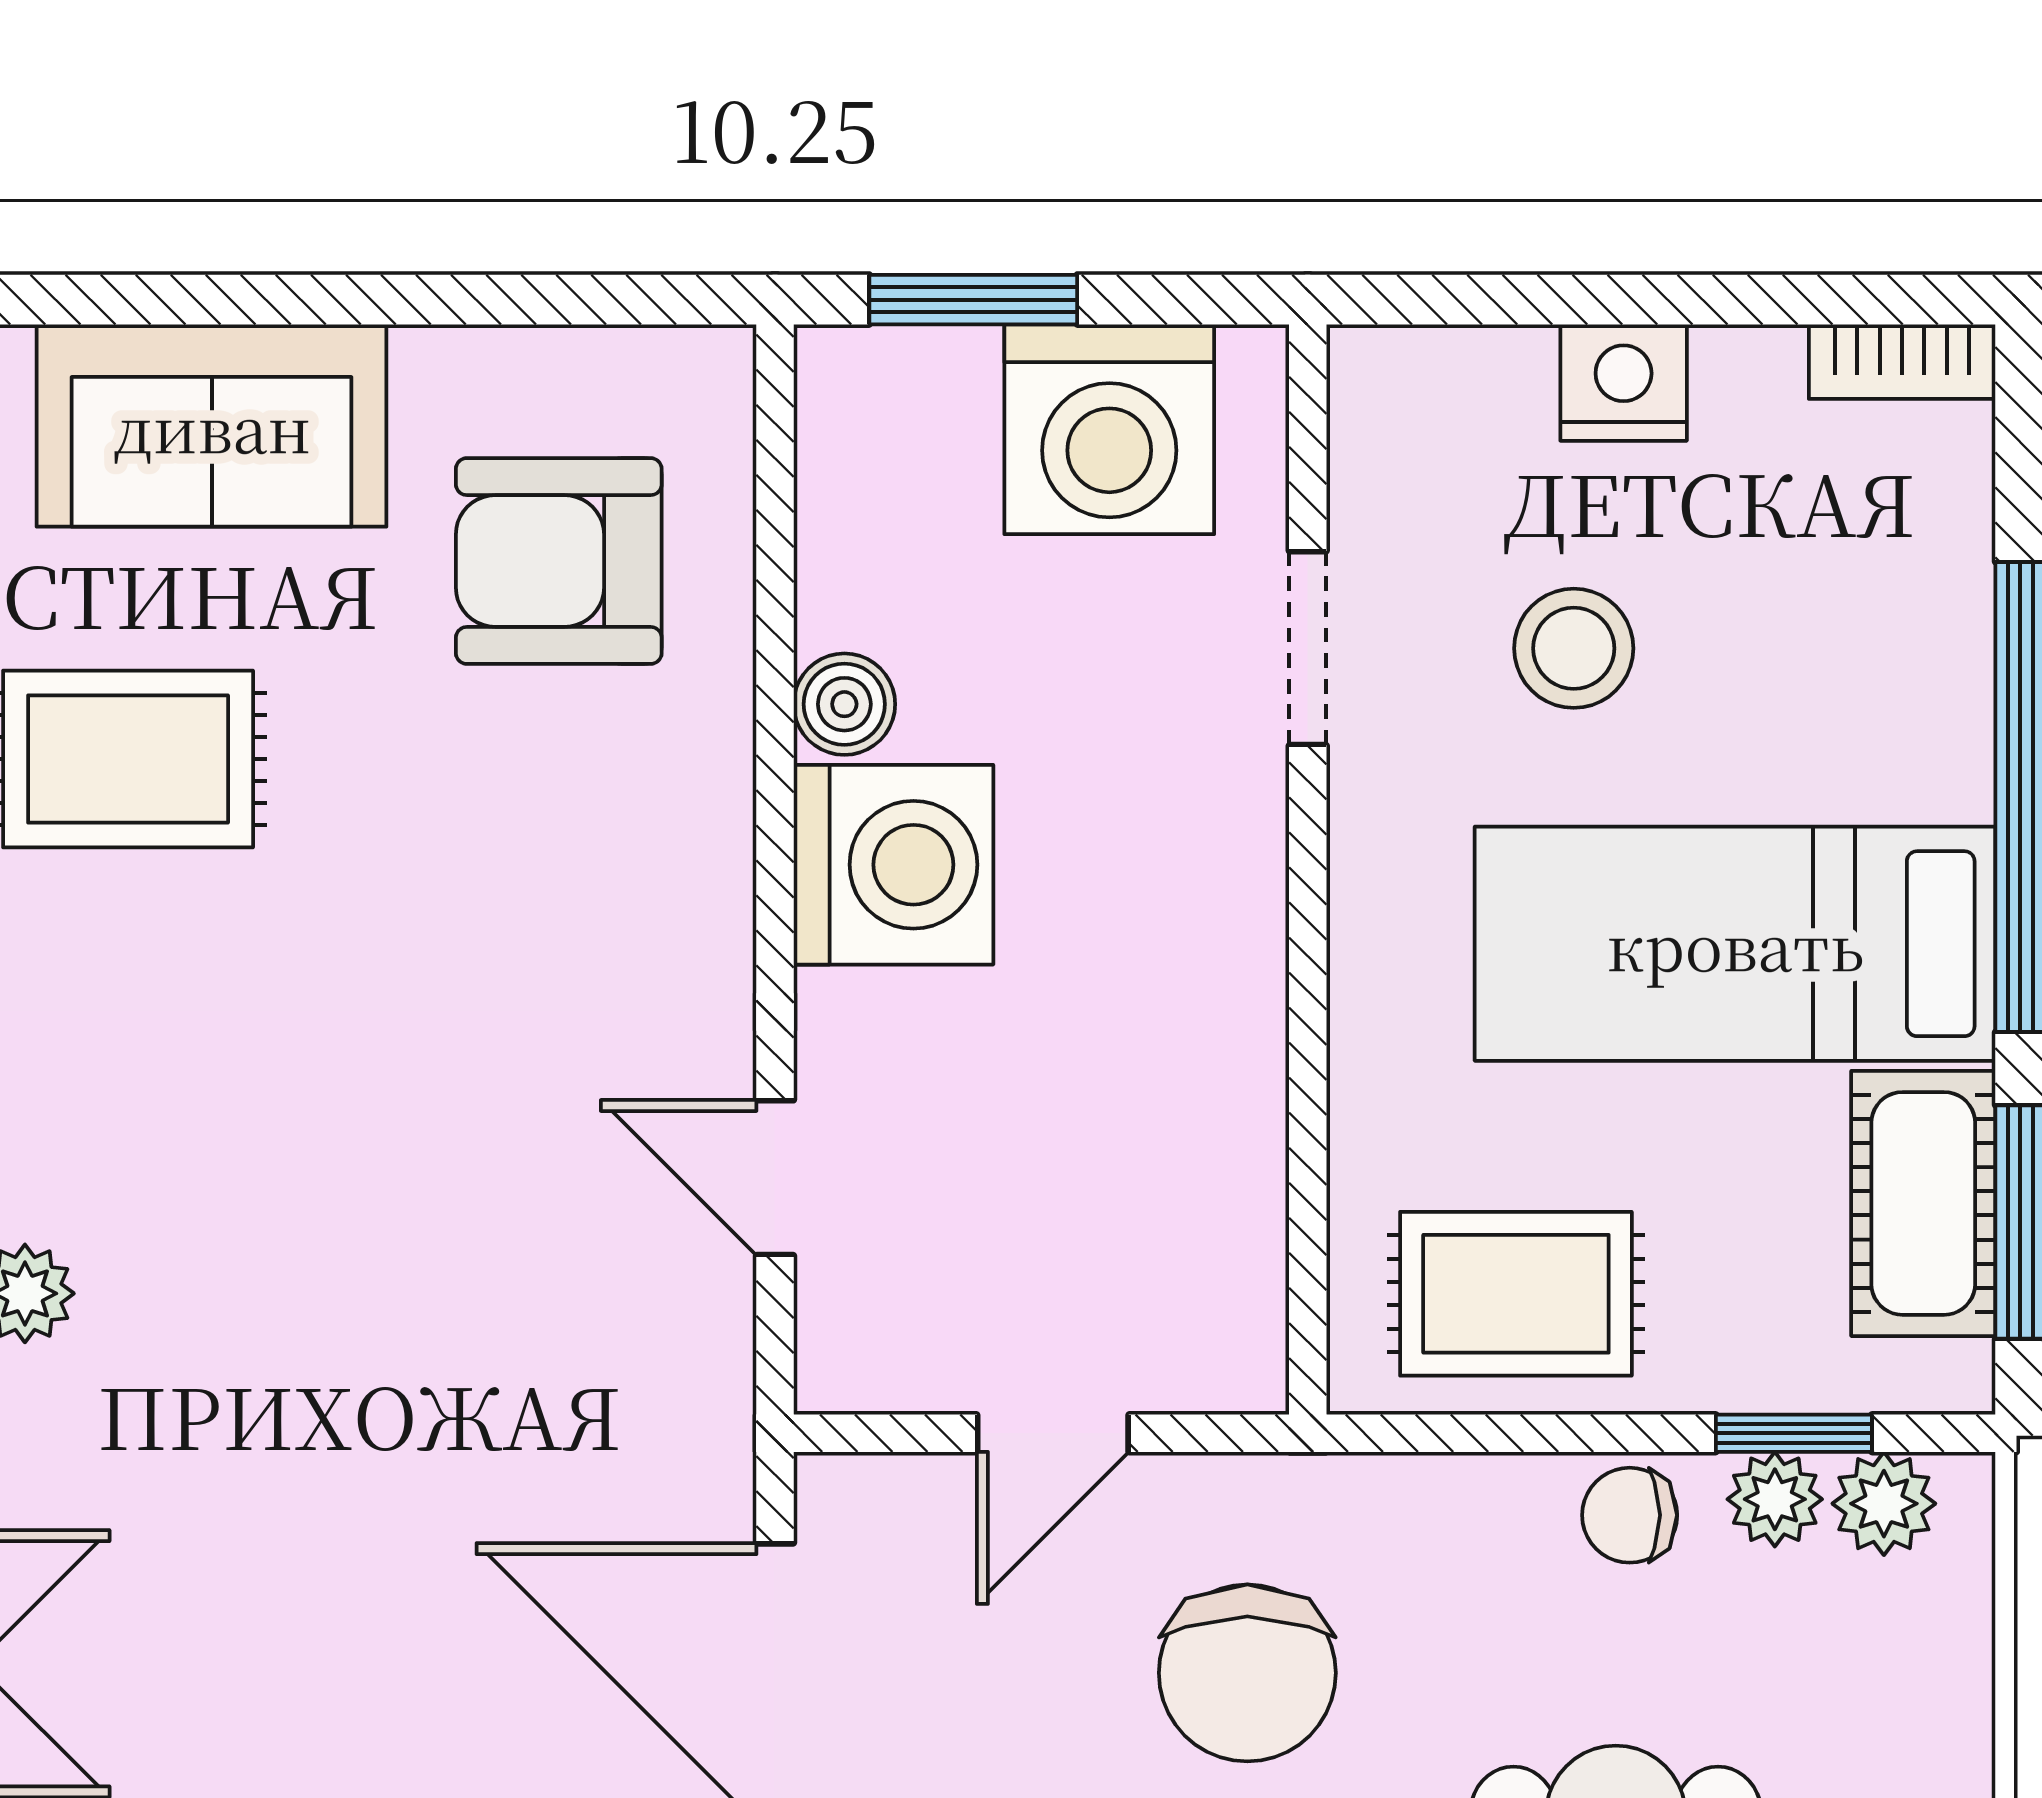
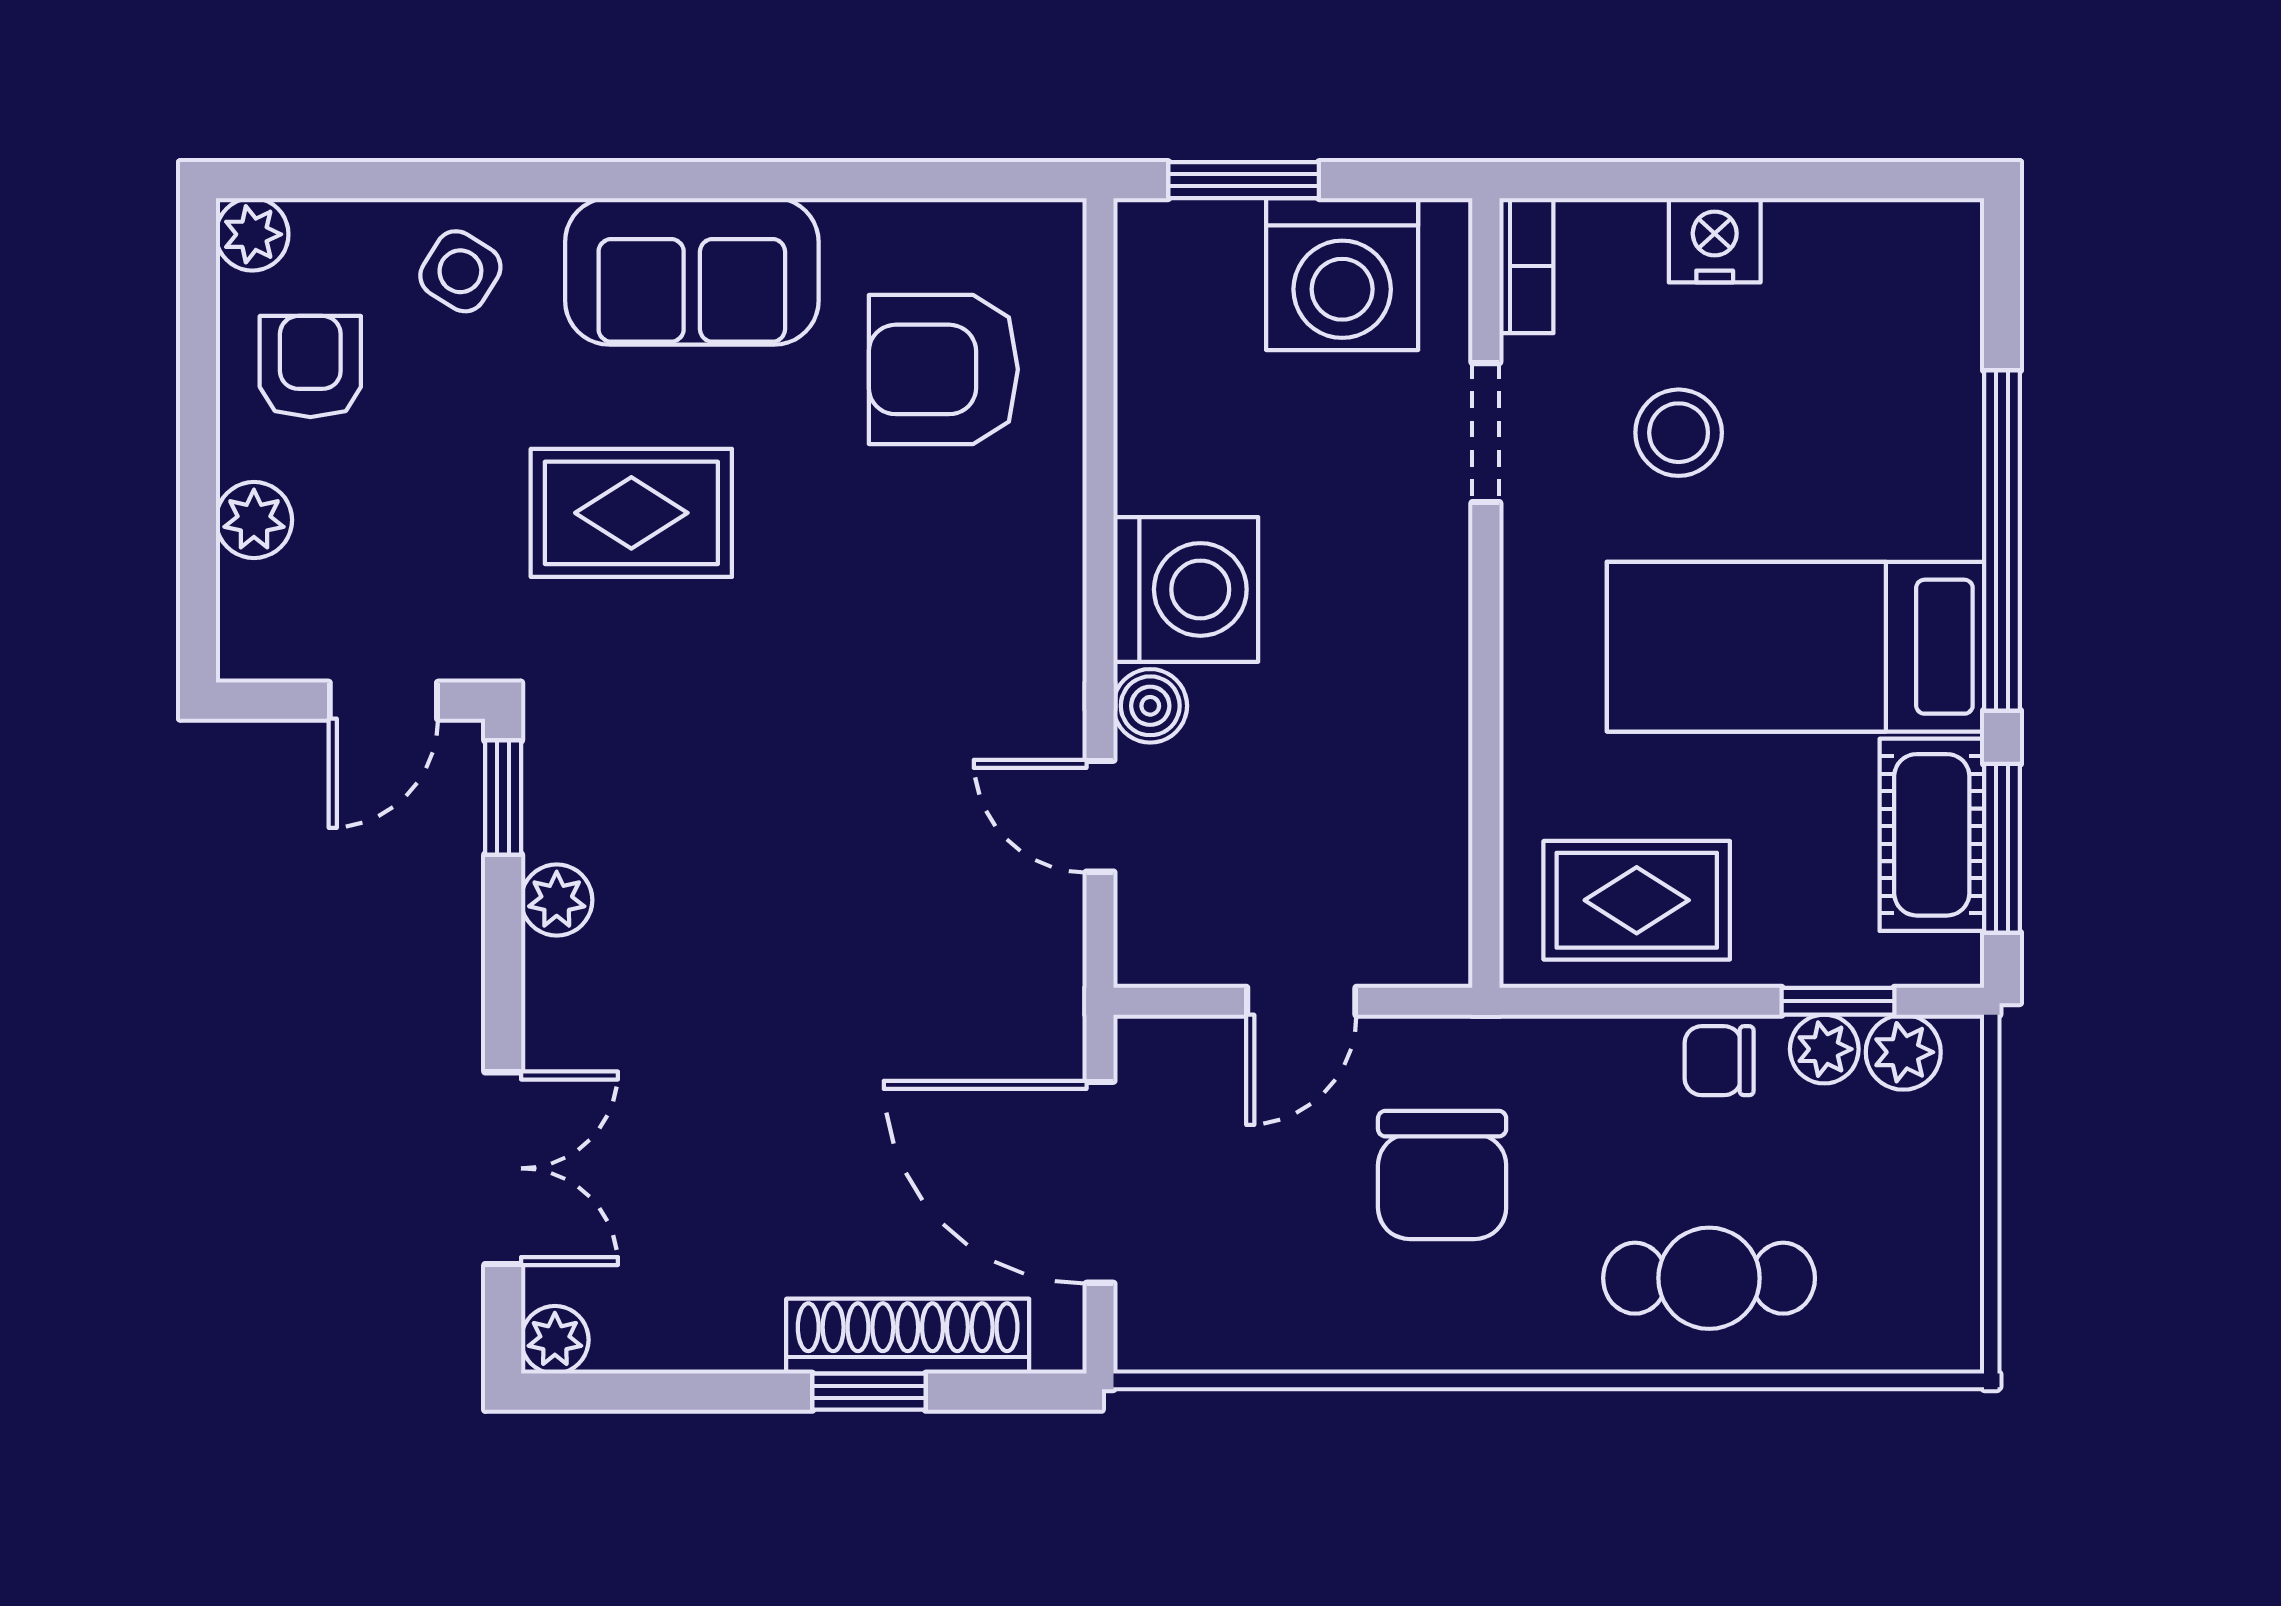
bookcase: (1902, 362) -> (1526, 266), moved, turned -90
boiler: (844, 704) -> (1150, 706), moved

